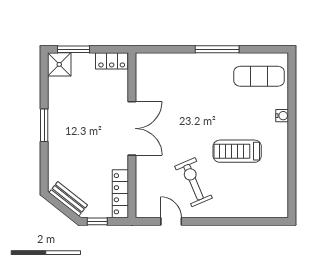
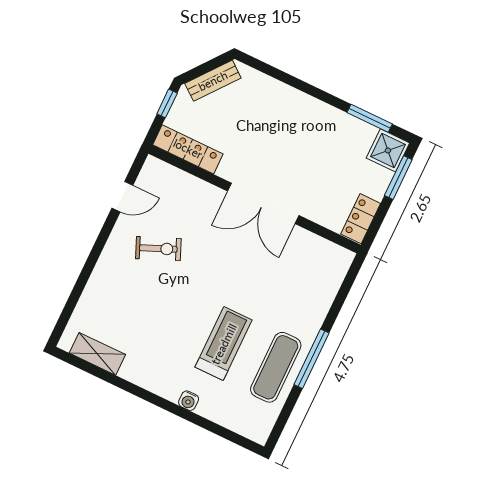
exercise mat: (259, 76) -> (276, 367), moved
window: (44, 125) -> (370, 118), moved
treadmill: (237, 151) -> (224, 344), moved
exercise bike: (193, 182) -> (158, 249), width x0.73, depth x0.72
shelving: (280, 189) -> (97, 354), added

